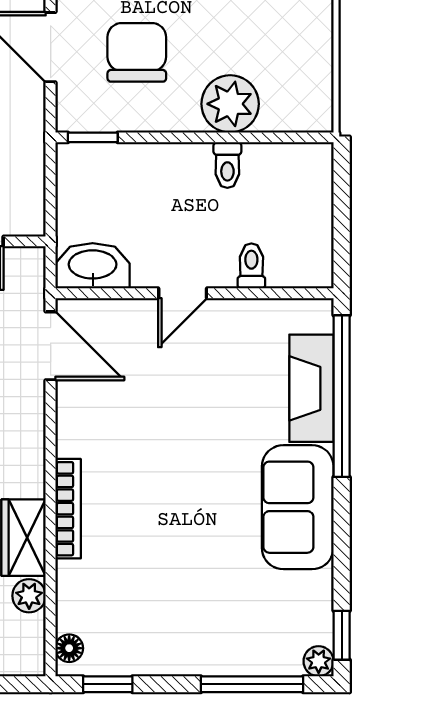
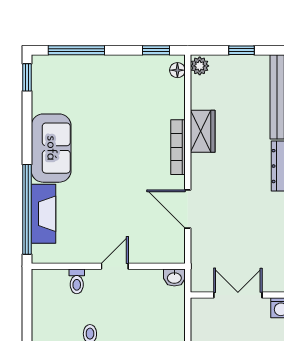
washbasin: (93, 266) -> (174, 278), width x0.52, depth x0.69
door: (51, 346) -> (188, 209), moved
plant: (29, 596) -> (200, 66), moved
plant: (319, 661) -> (40, 63), removed

